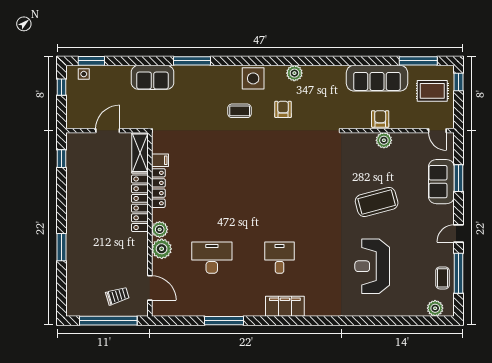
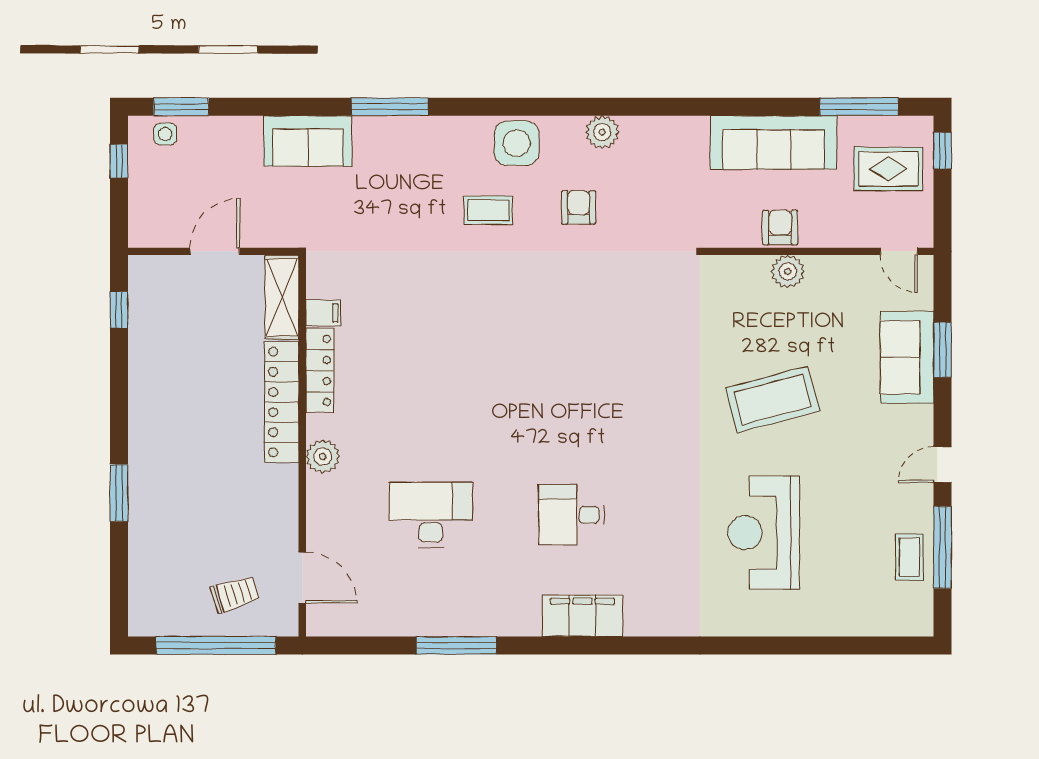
plant: (162, 249) -> (327, 497), removed
desk: (280, 258) -> (571, 515), turned -90
plant: (435, 308) -> (894, 620), removed

